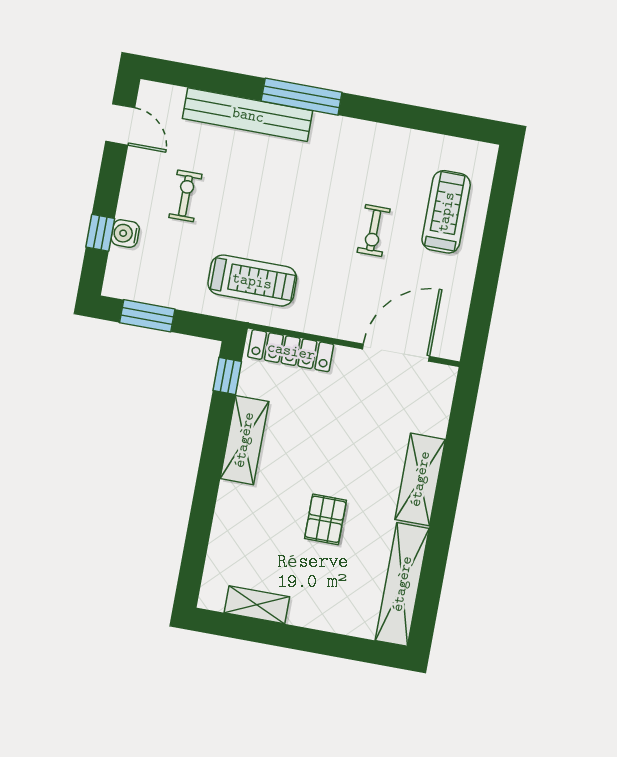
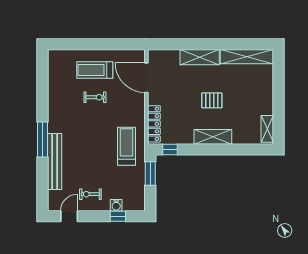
exercise bike: (185, 196) -> (90, 194), moved
treadmill: (446, 212) -> (95, 70), moved
window: (147, 316) -> (150, 173), moved
shelving: (244, 440) -> (213, 137), moved
pallet: (325, 519) -> (212, 100), moved
shelving: (257, 605) -> (267, 129), moved

